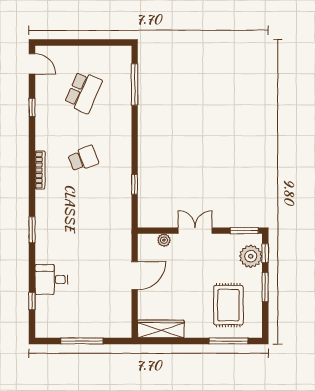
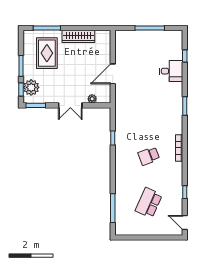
wardrobe: (161, 329) -> (78, 36), moved

